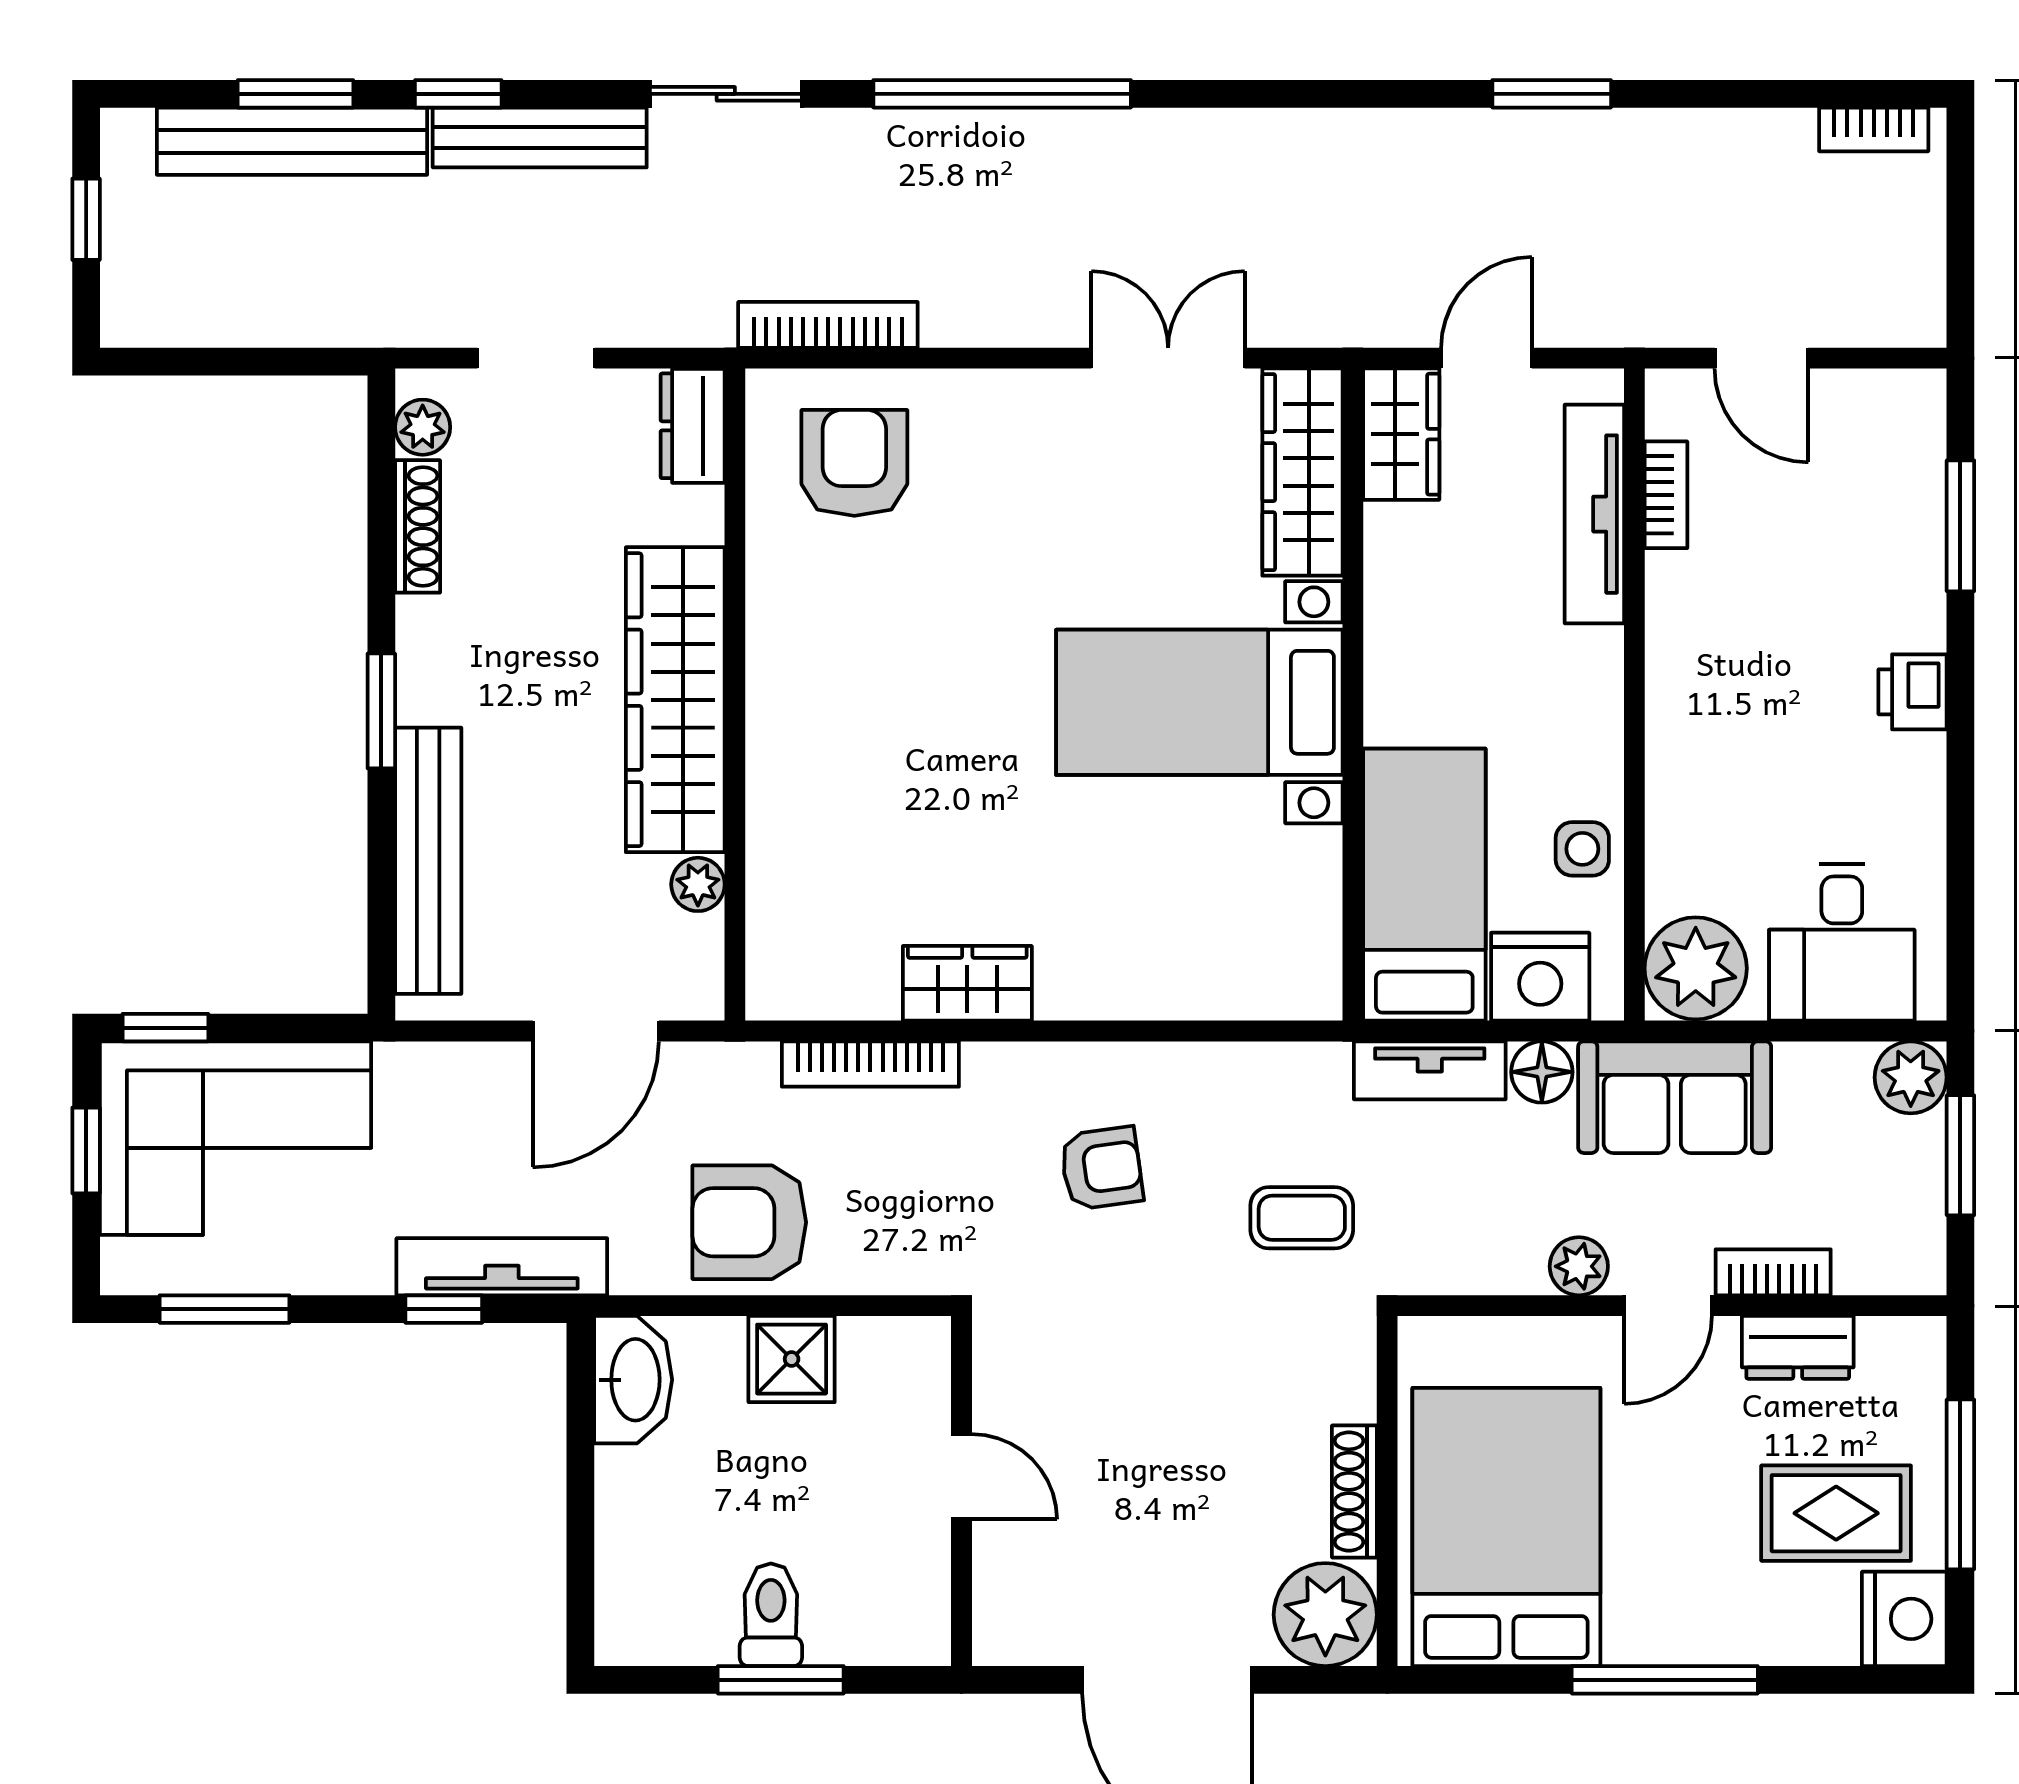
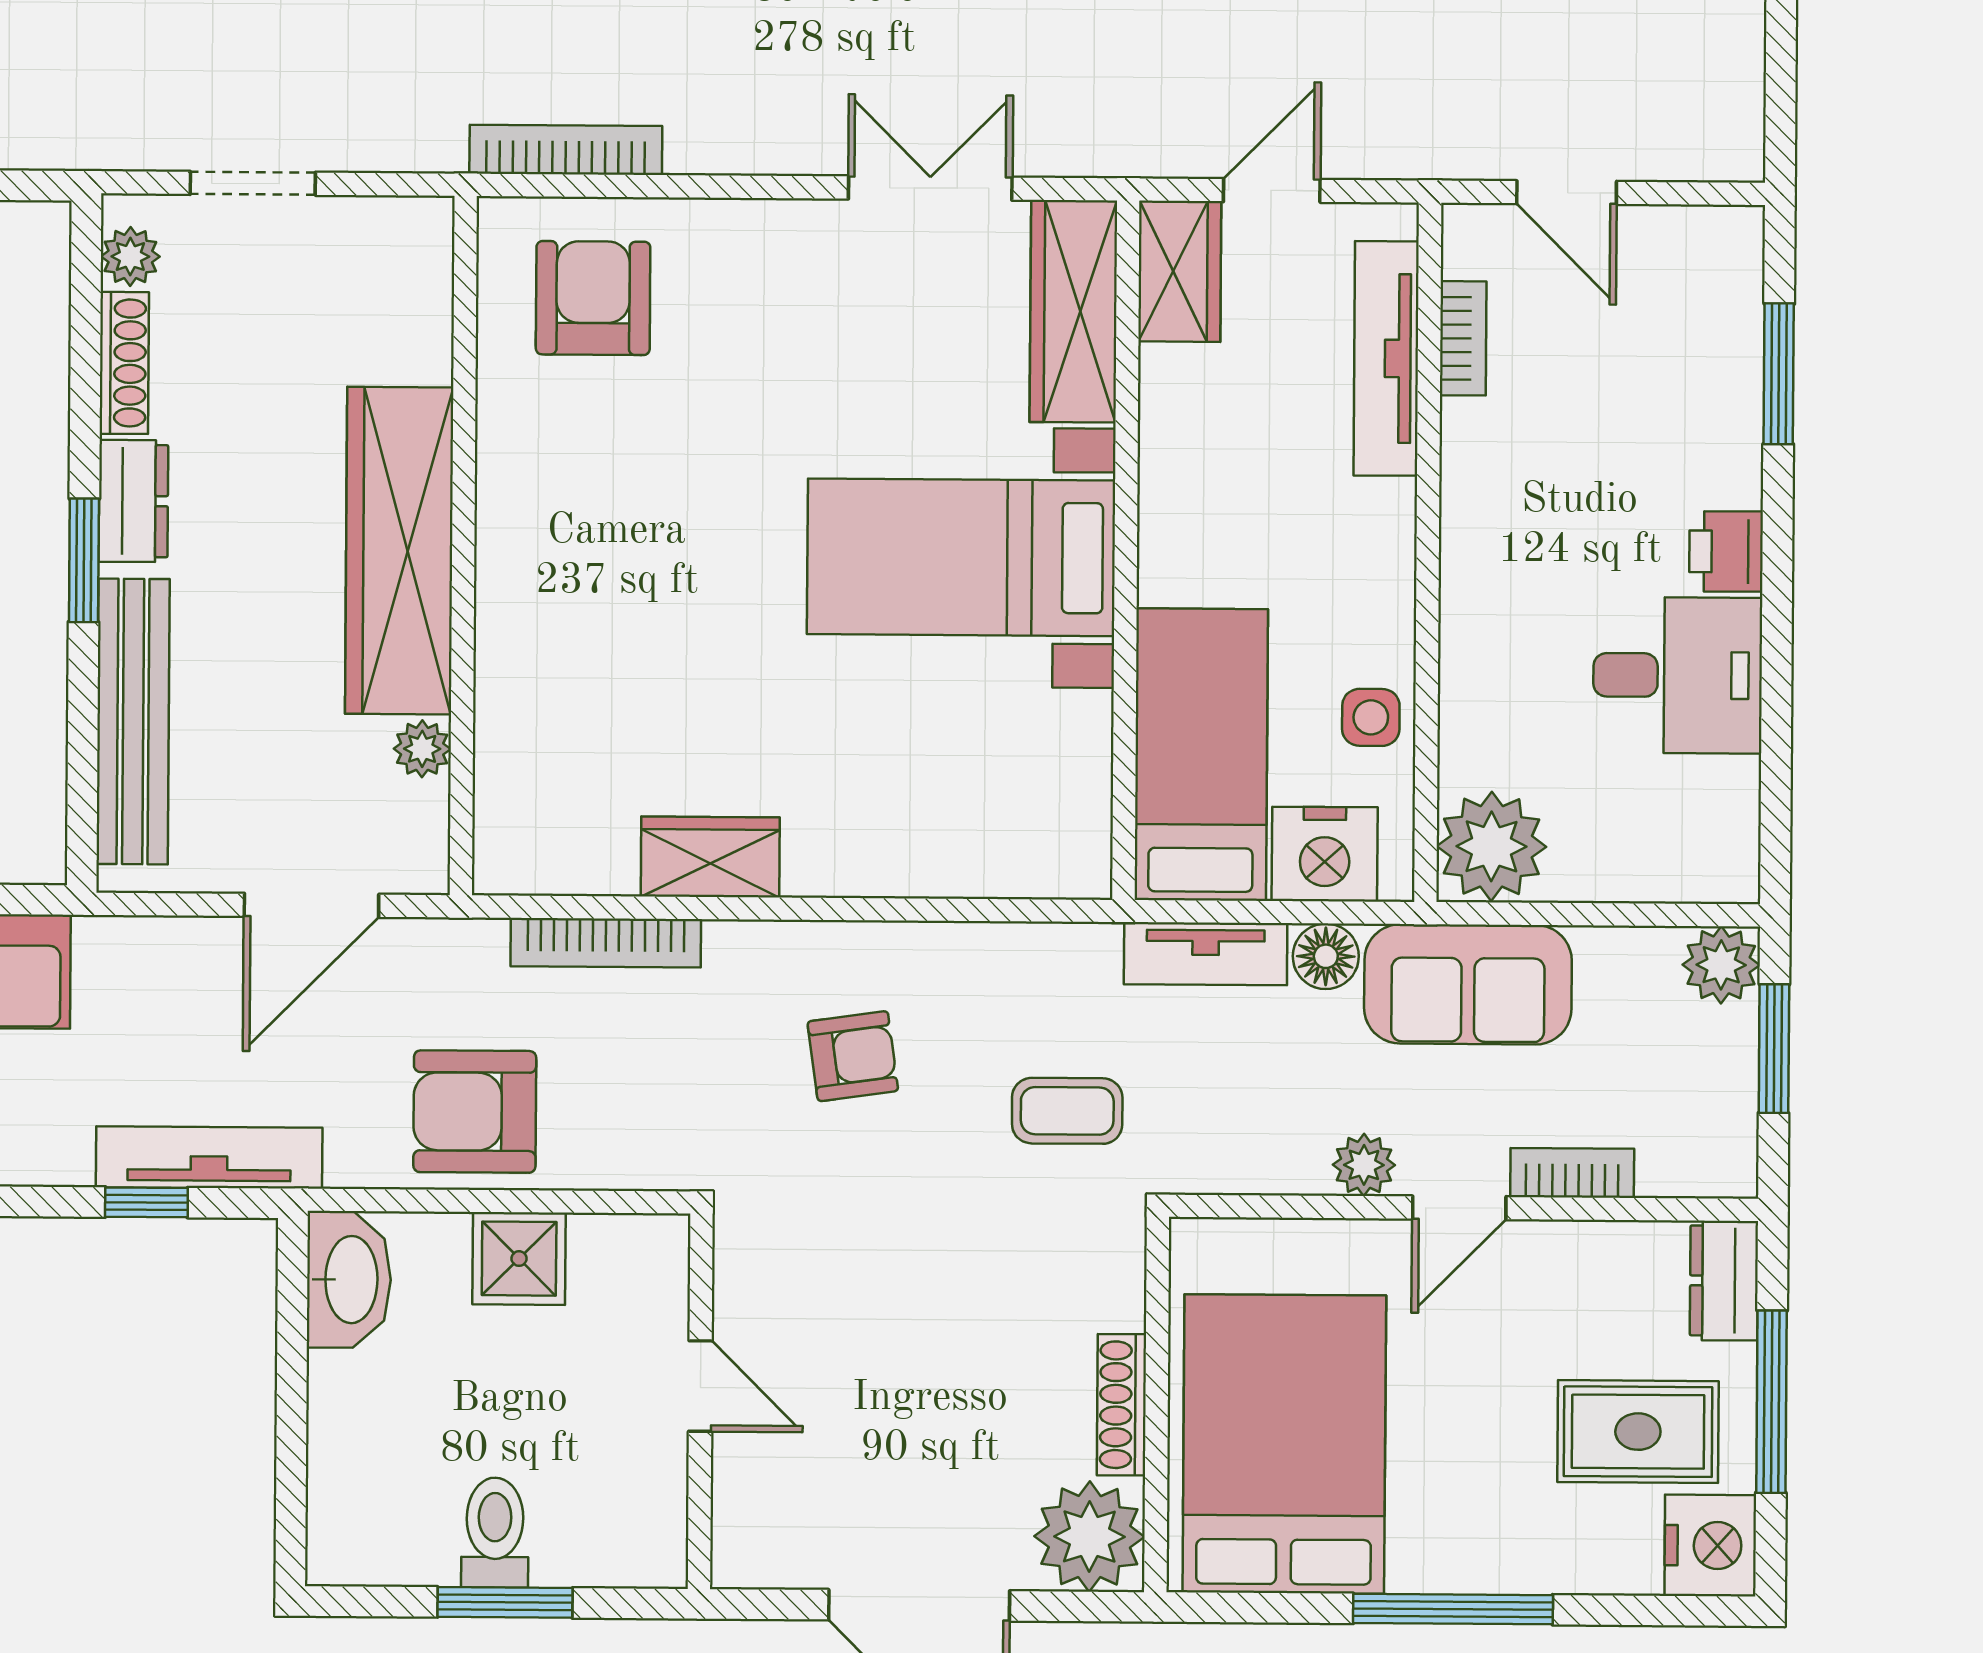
dresser: (693, 426) -> (133, 501), moved, turned 180
desk: (1842, 942) -> (1678, 675), moved, turned -90
dresser: (1798, 1347) -> (1724, 1281), moved, turned 90

